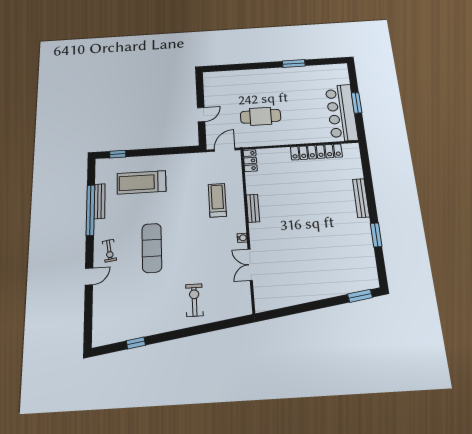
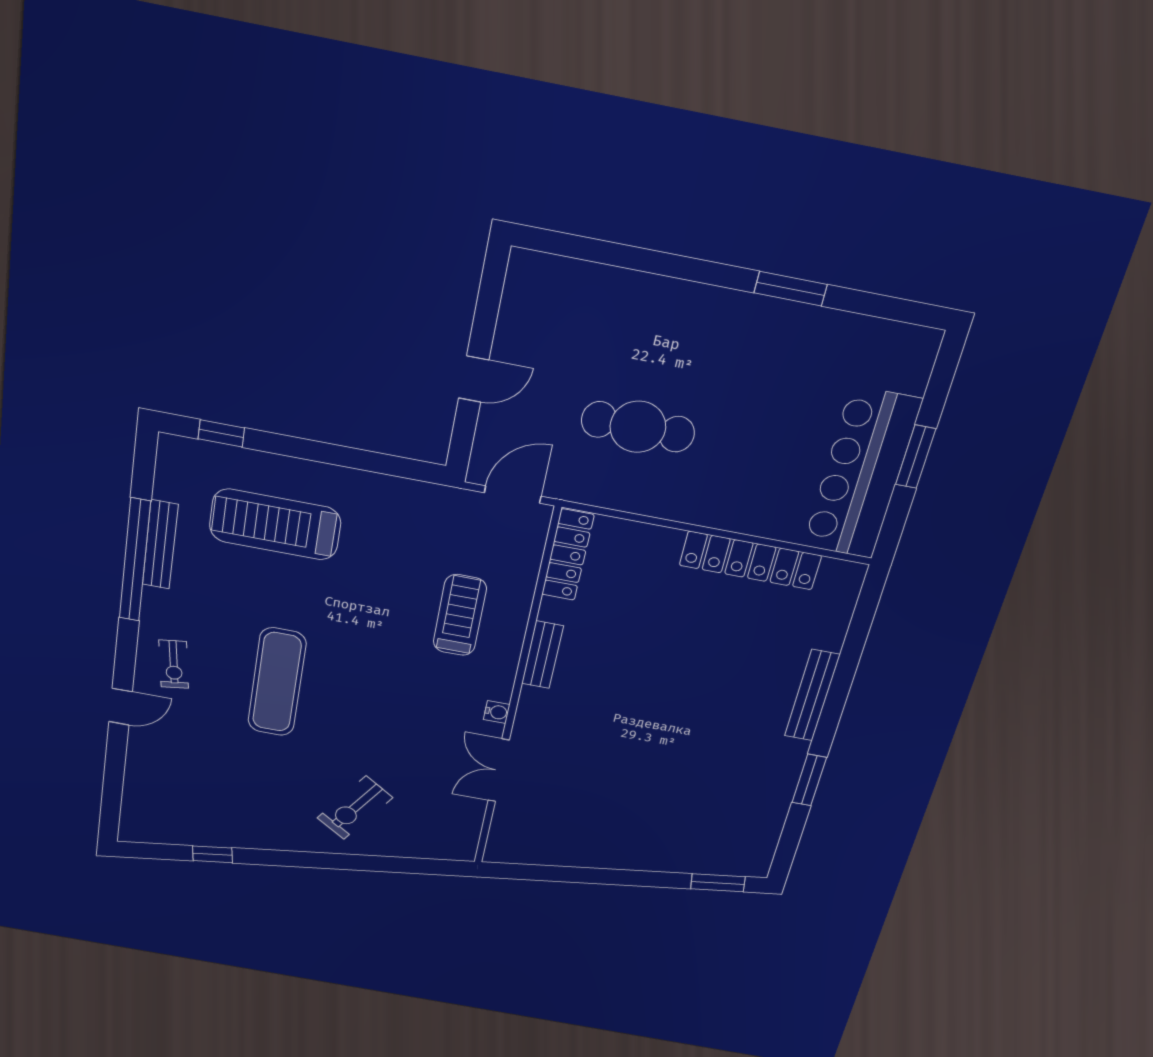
locker: (250, 161) -> (568, 555), width x1.53
exercise bike: (194, 300) -> (355, 808), turned -146

